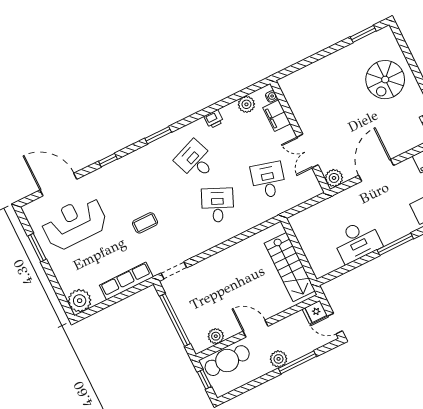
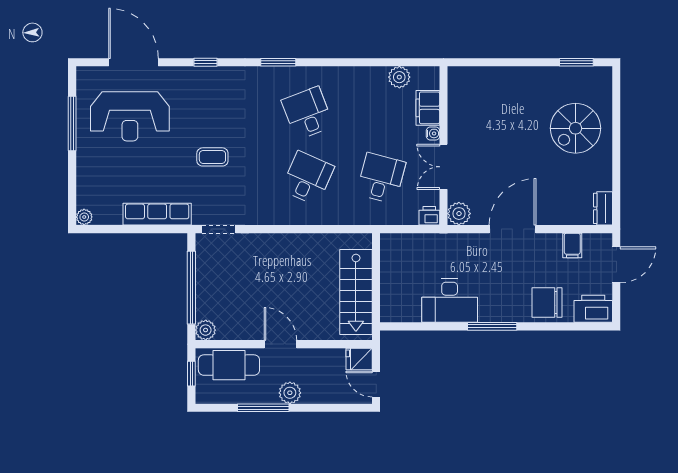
water cooler: (271, 96) -> (433, 133), moved
printer: (214, 119) -> (429, 216), moved, turned 180
reception desk: (74, 223) -> (130, 116), turned 180
window: (37, 248) -> (72, 124), width x1.44
plant: (80, 301) -> (84, 217), width x0.53, depth x0.53
plant: (216, 336) -> (206, 330), moved
window: (297, 362) -> (263, 408), moved

